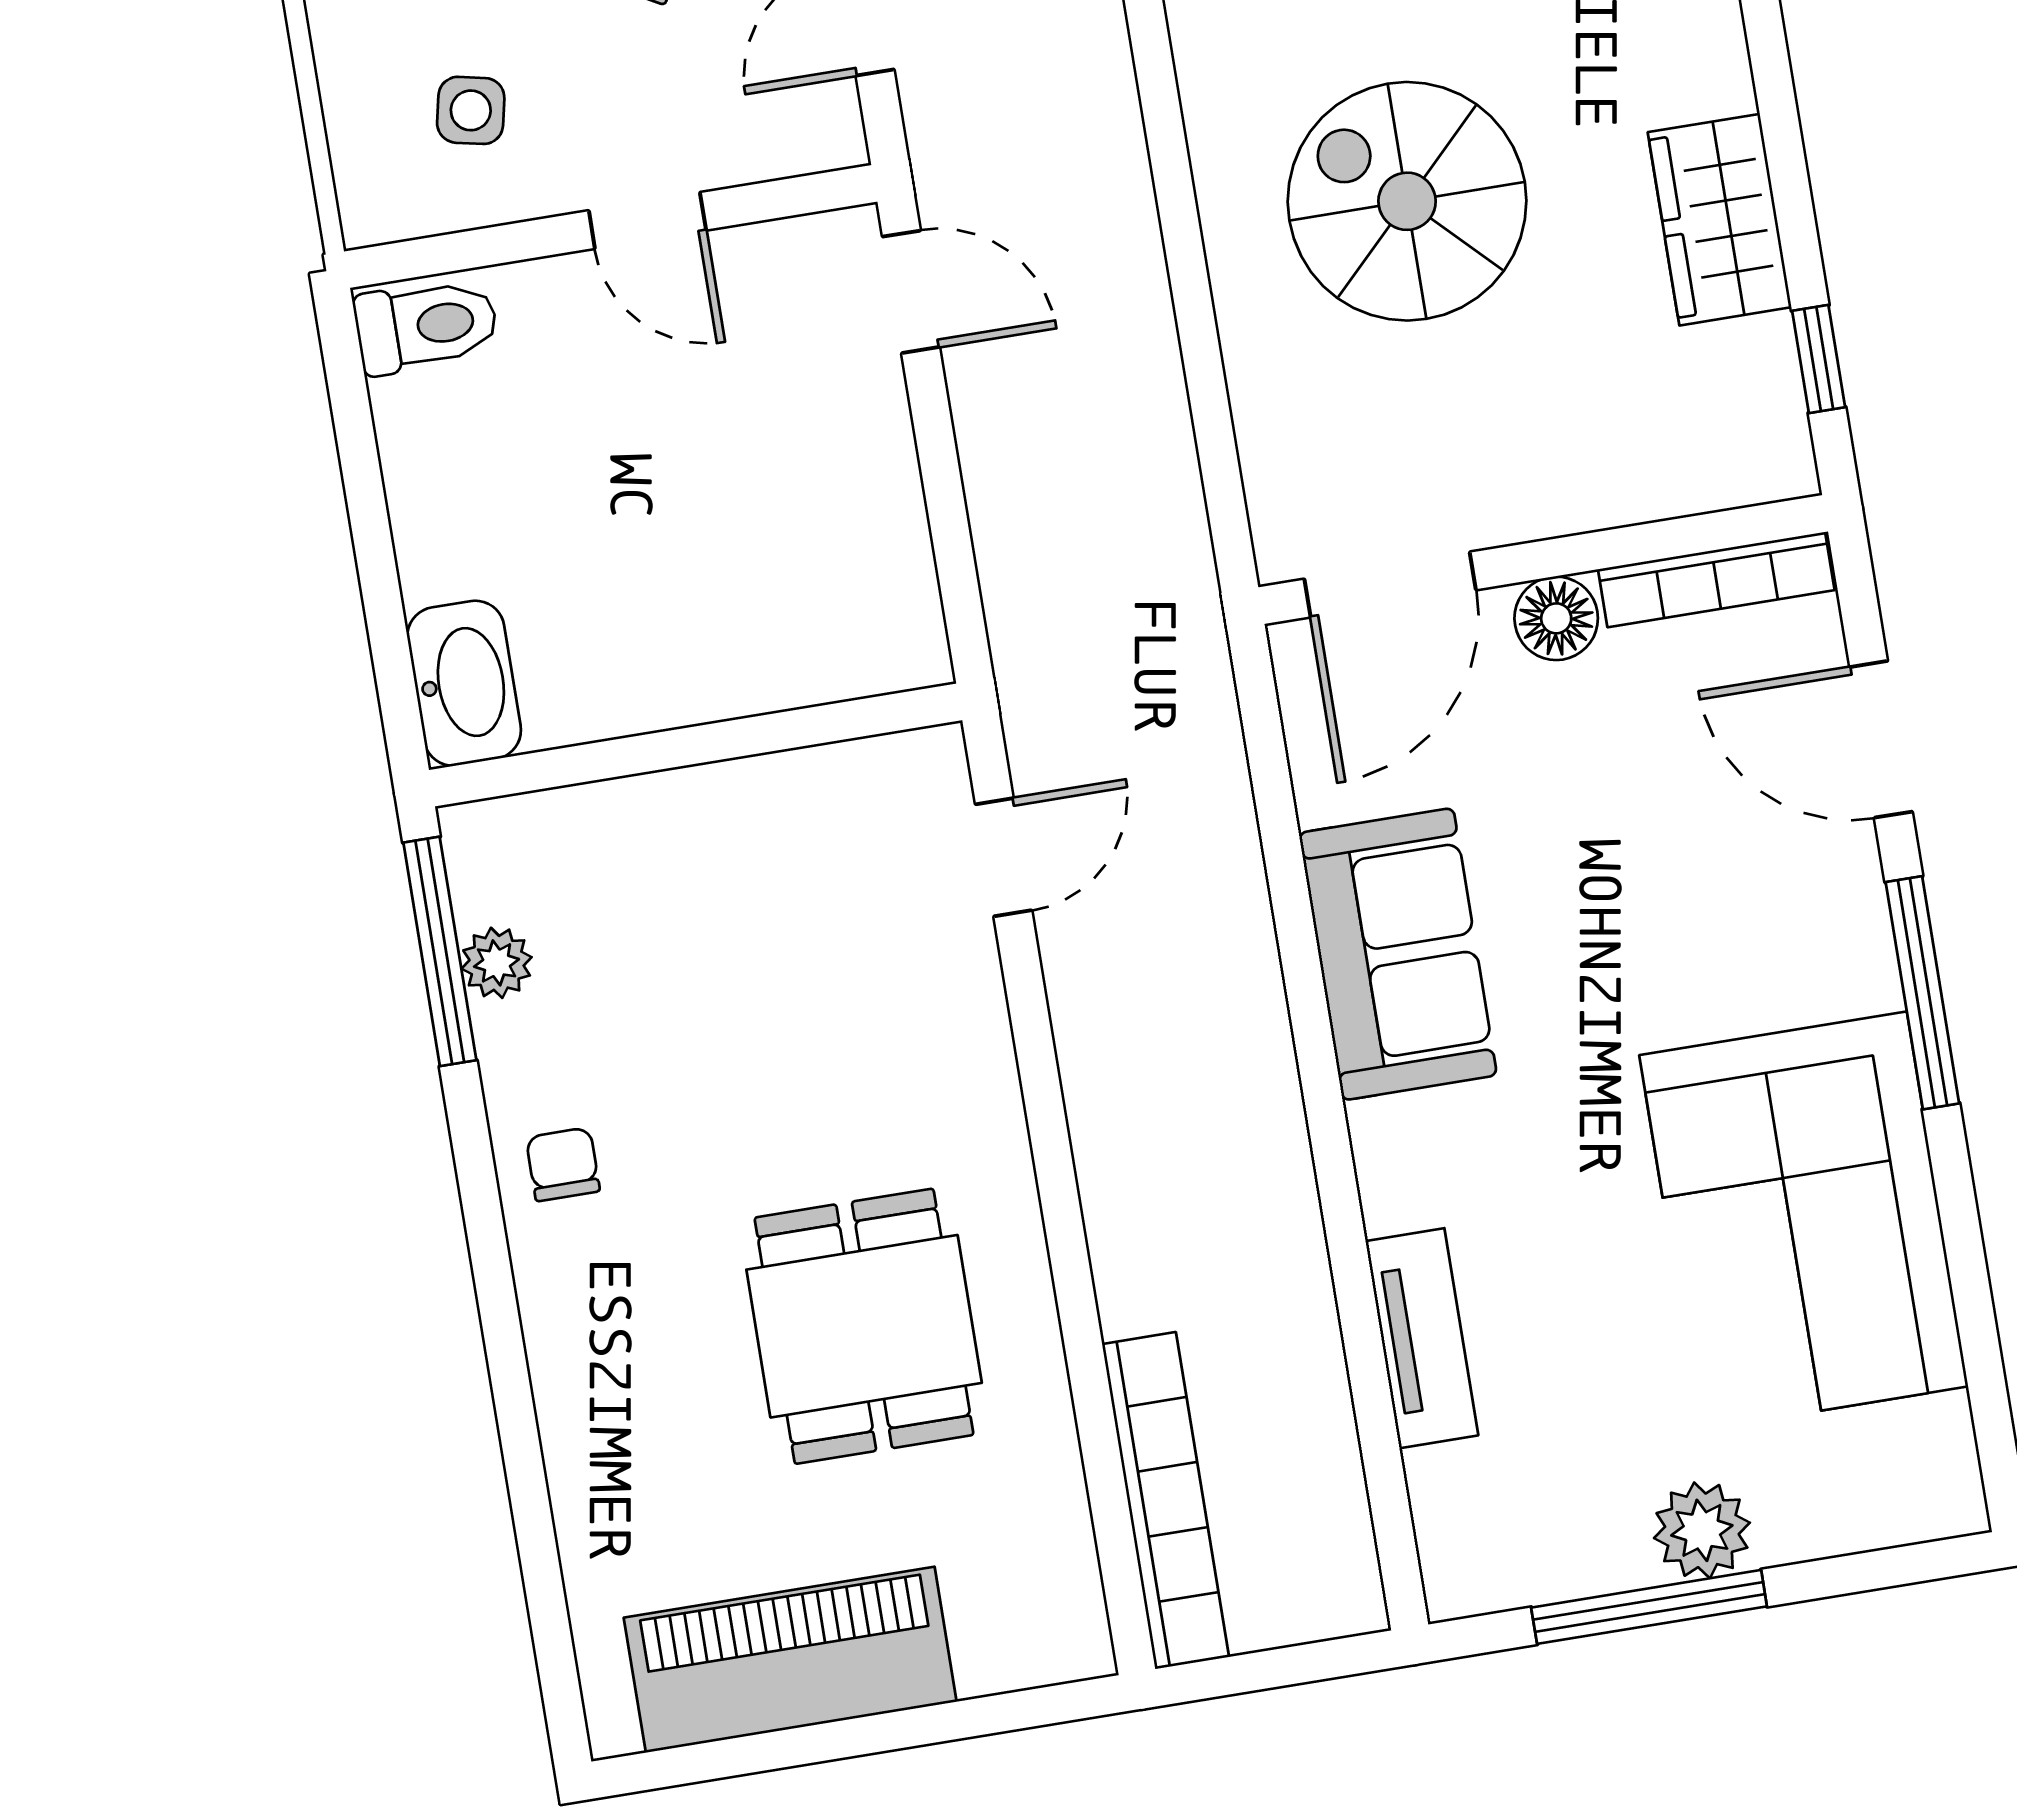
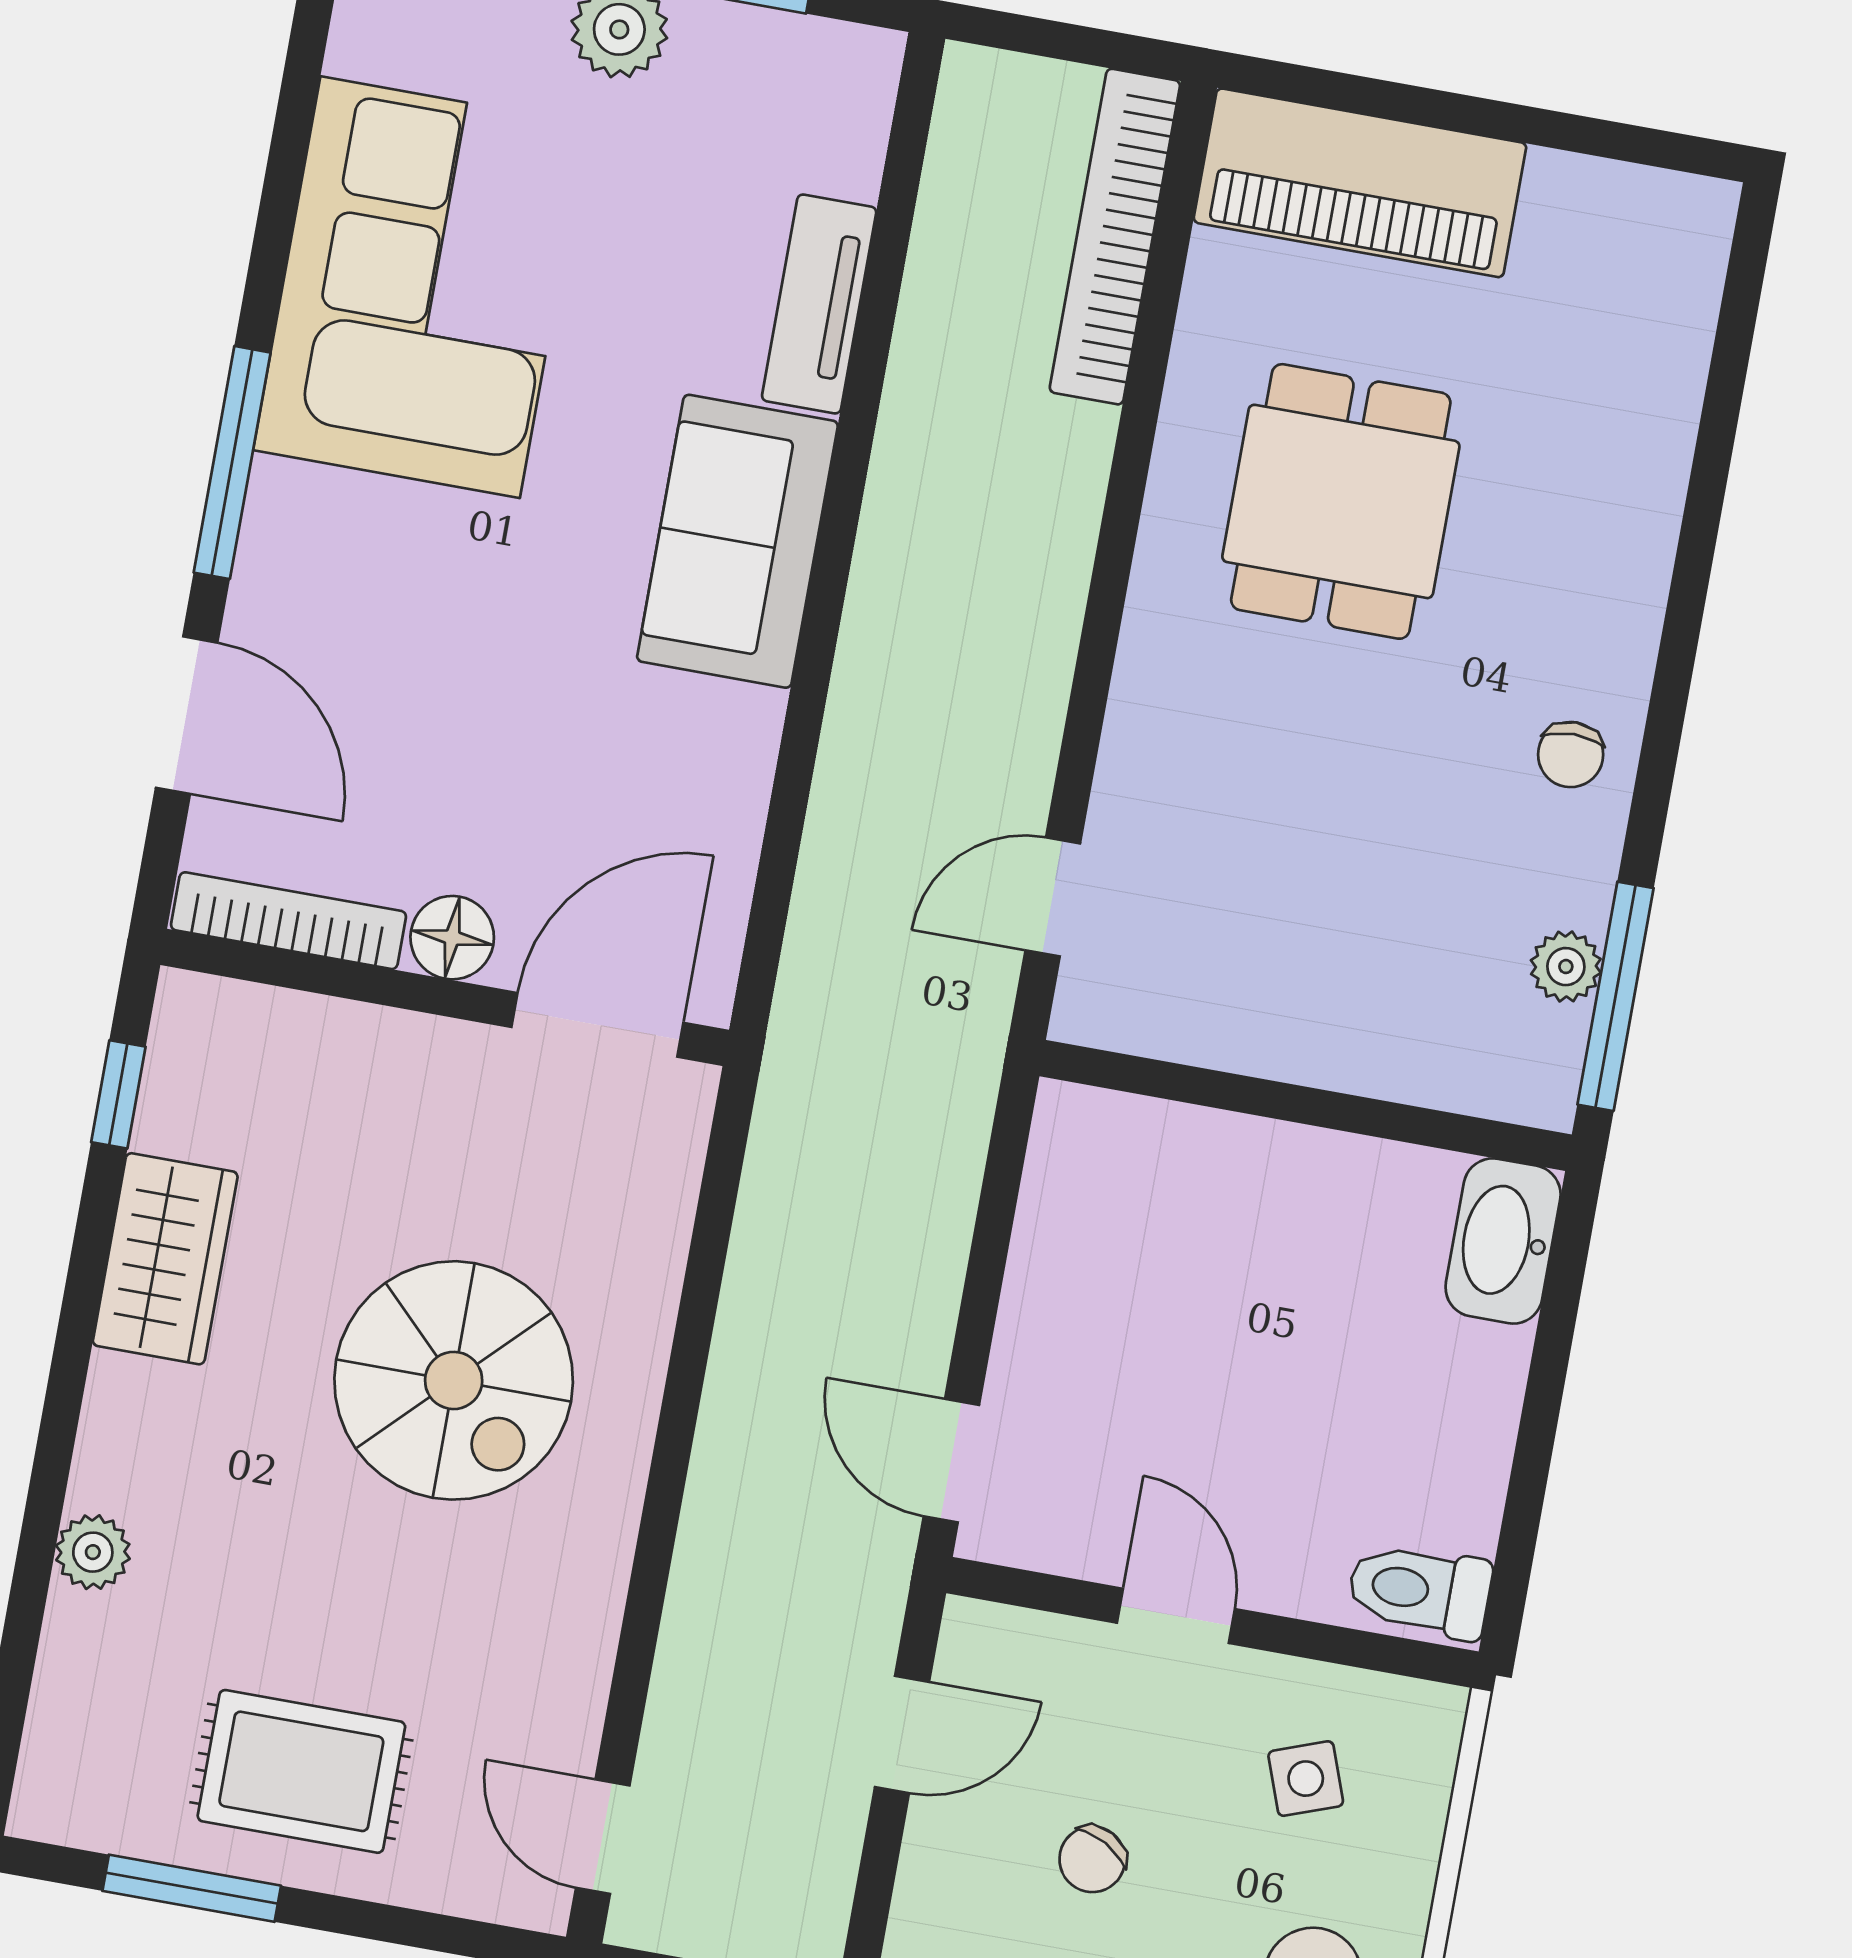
side table: (471, 110) -> (1306, 1779), turned -32
sofa: (1398, 954) -> (737, 541), moved
piano: (790, 1660) -> (1360, 183), moved

